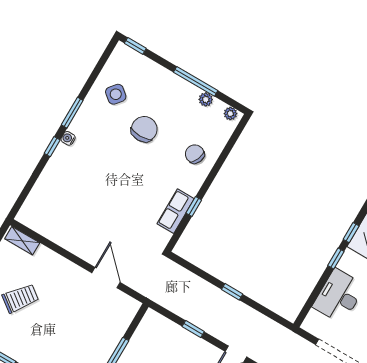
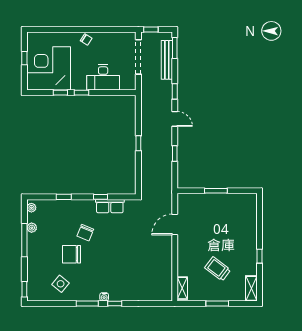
chair: (195, 154) -> (85, 233), moved
window: (220, 161) -> (64, 197), added

